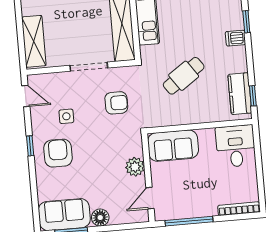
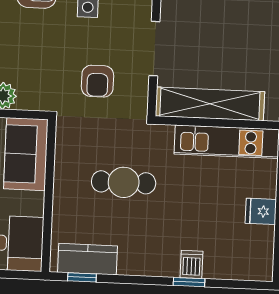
dishwasher: (235, 38) -> (192, 264), moved
cafe table: (184, 76) -> (124, 182), turned -55

